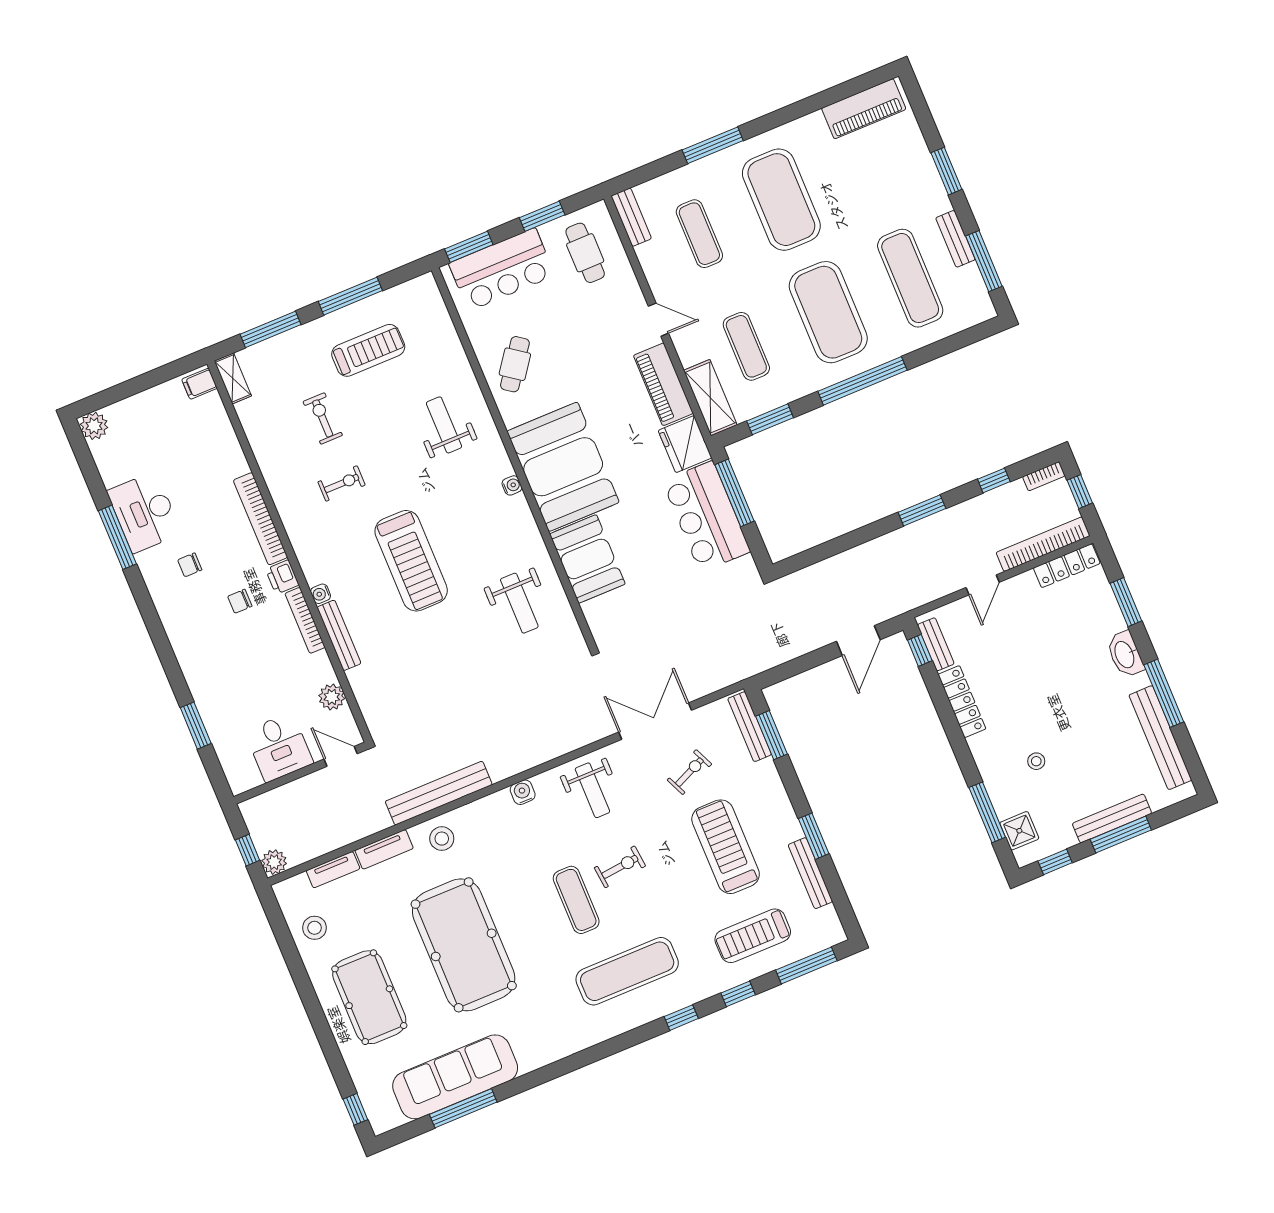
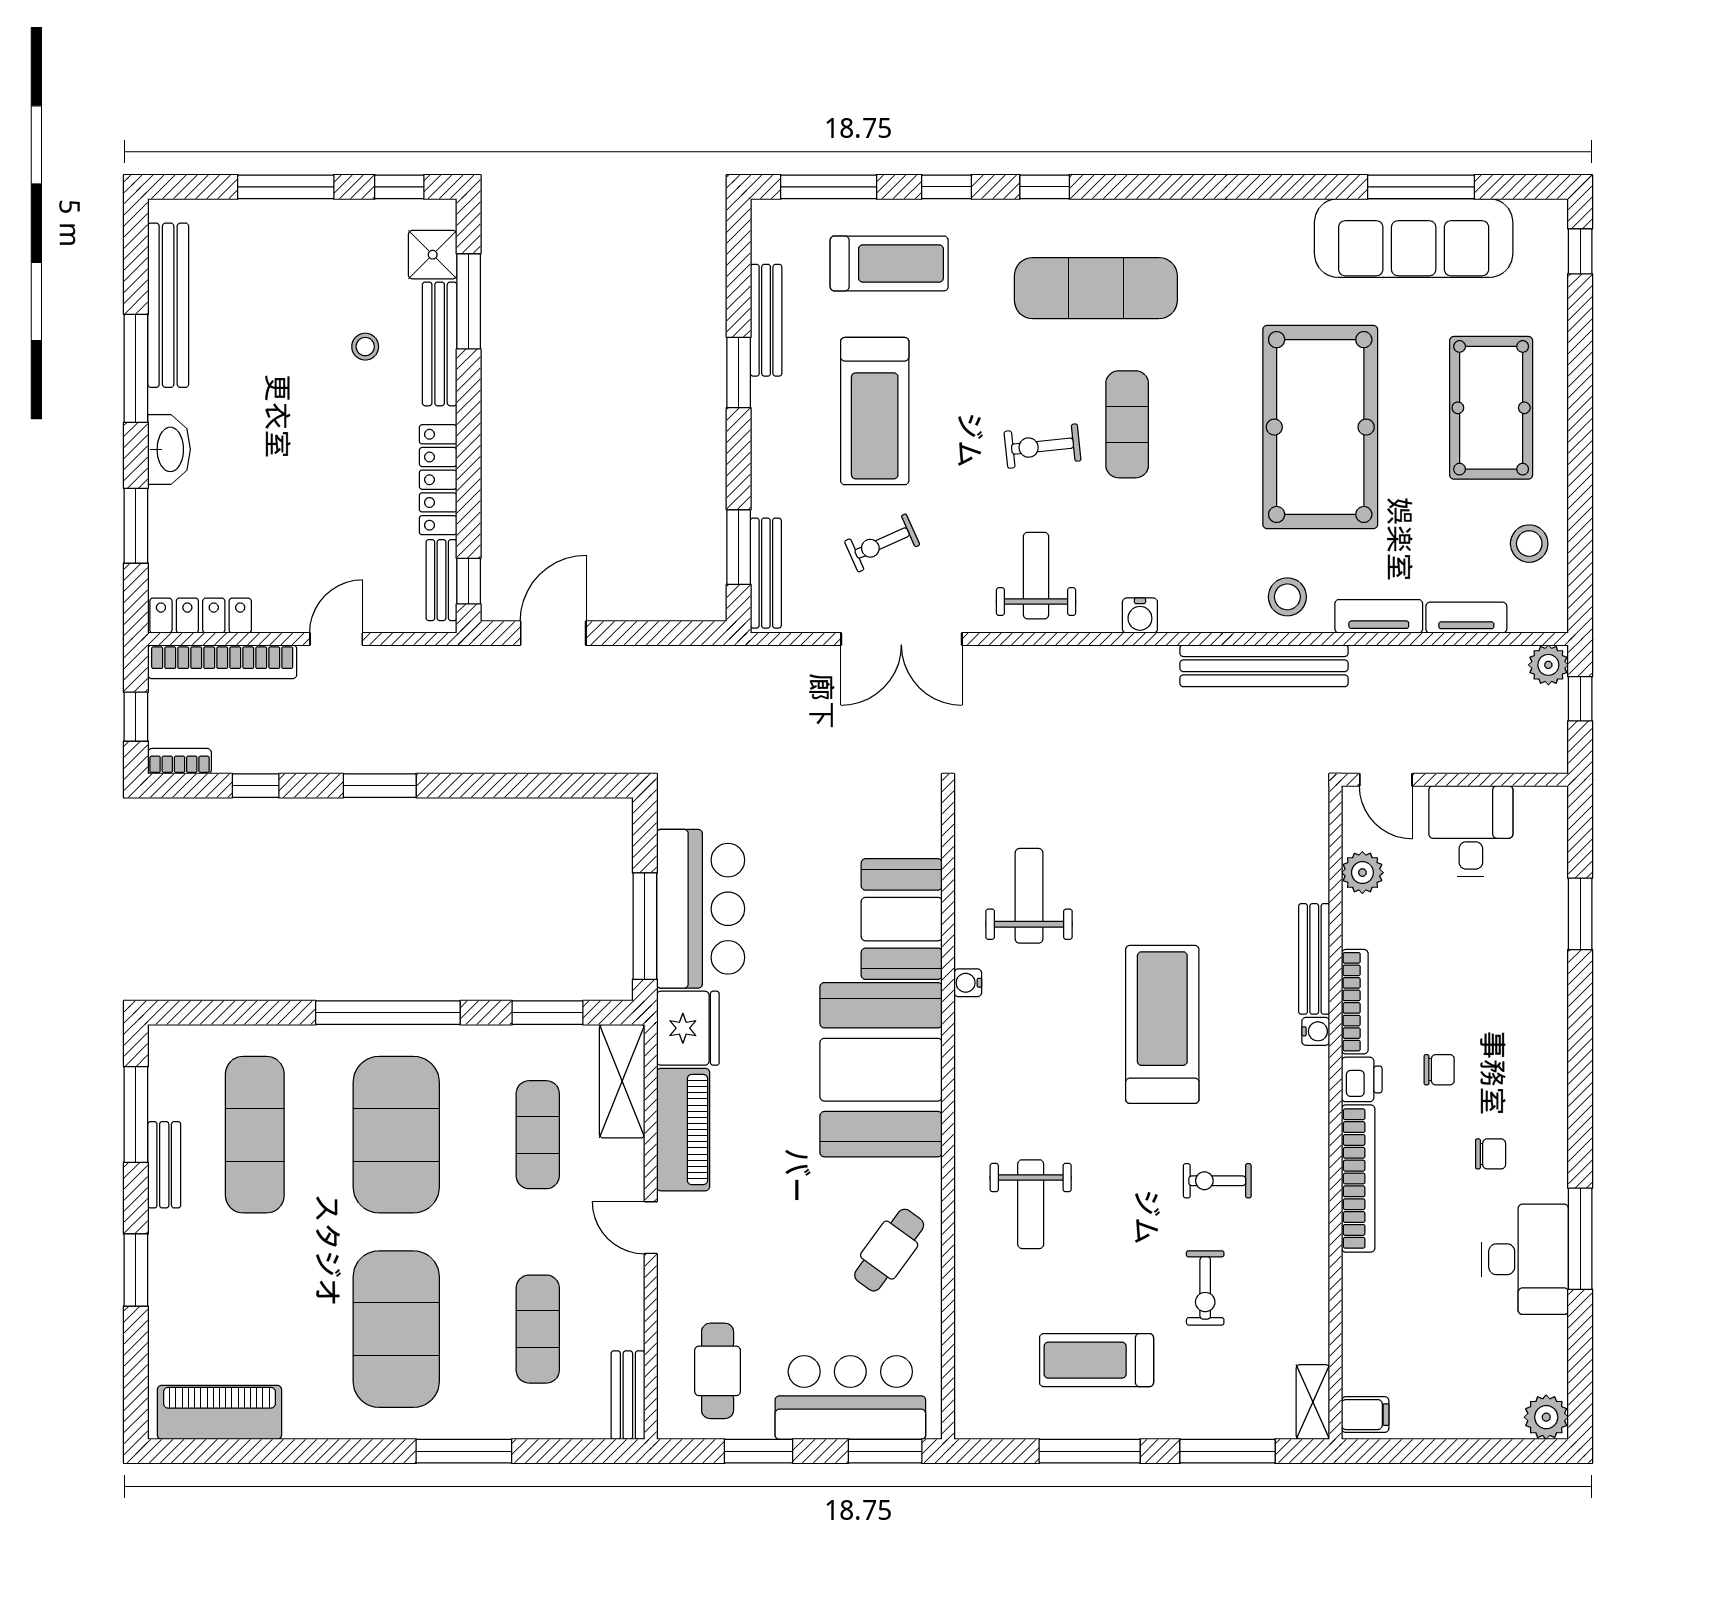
water cooler: (512, 485) -> (968, 983), moved
bench: (1112, 818) -> (440, 344), moved, turned 90

